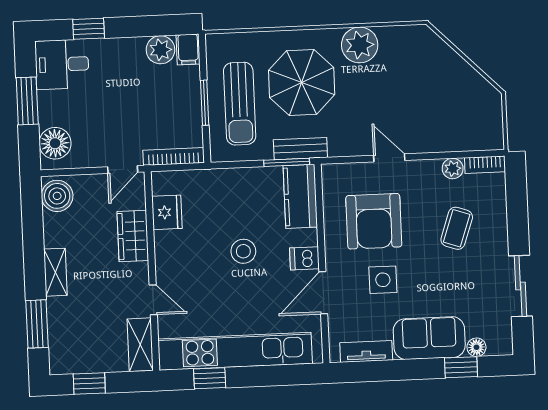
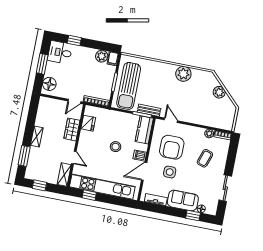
plant: (453, 67) -> (219, 92), added
parasol: (302, 82) -> (156, 83), removed
sun lounger: (240, 104) -> (129, 86), width x1.36, depth x1.34
door: (389, 158) -> (171, 120), moved
boiler: (57, 196) -> (45, 106), removed

